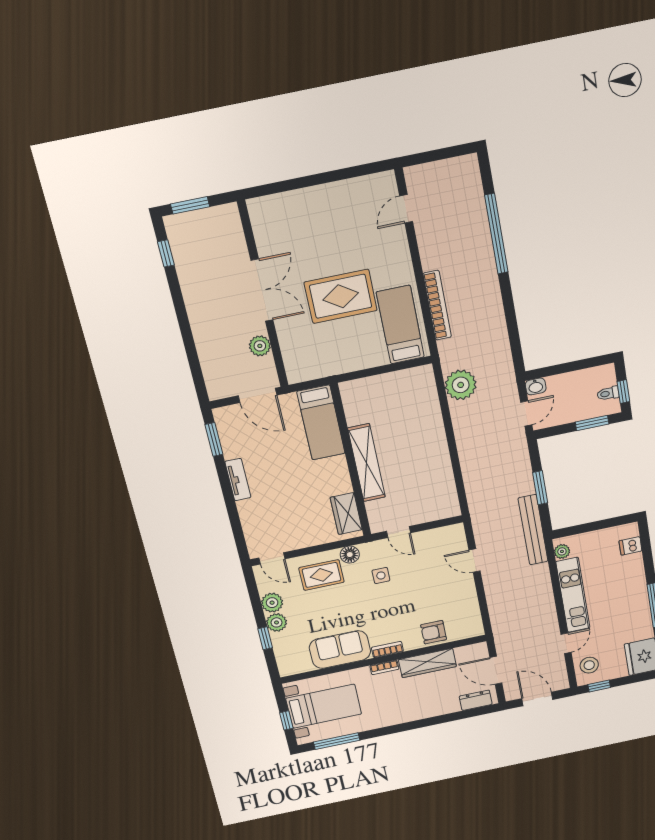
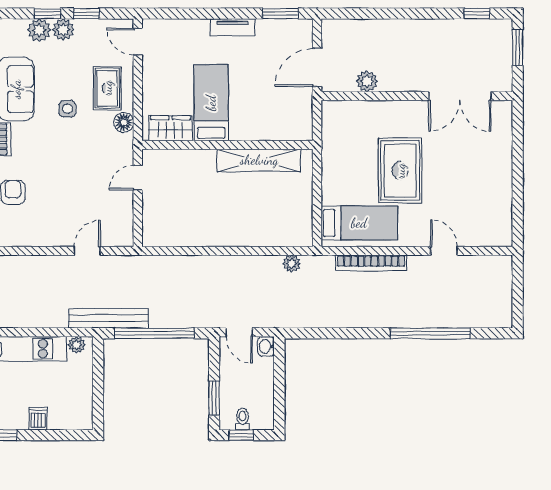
door: (406, 209) -> (444, 251), moved
double door: (262, 290) -> (460, 96), moved
plant: (461, 385) -> (292, 264), width x0.53, depth x0.53
bed: (321, 423) -> (211, 103), moved, turned 90
shelving: (367, 463) -> (259, 160), moved
window: (540, 488) -> (154, 333), width x2.11
dishwasher: (630, 546) -> (38, 419), moved
door: (272, 558) -> (138, 41), hinge flipped
side table: (381, 575) -> (67, 109), moved
plant: (272, 603) -> (39, 30), moved
window: (257, 607) -> (86, 14), added

